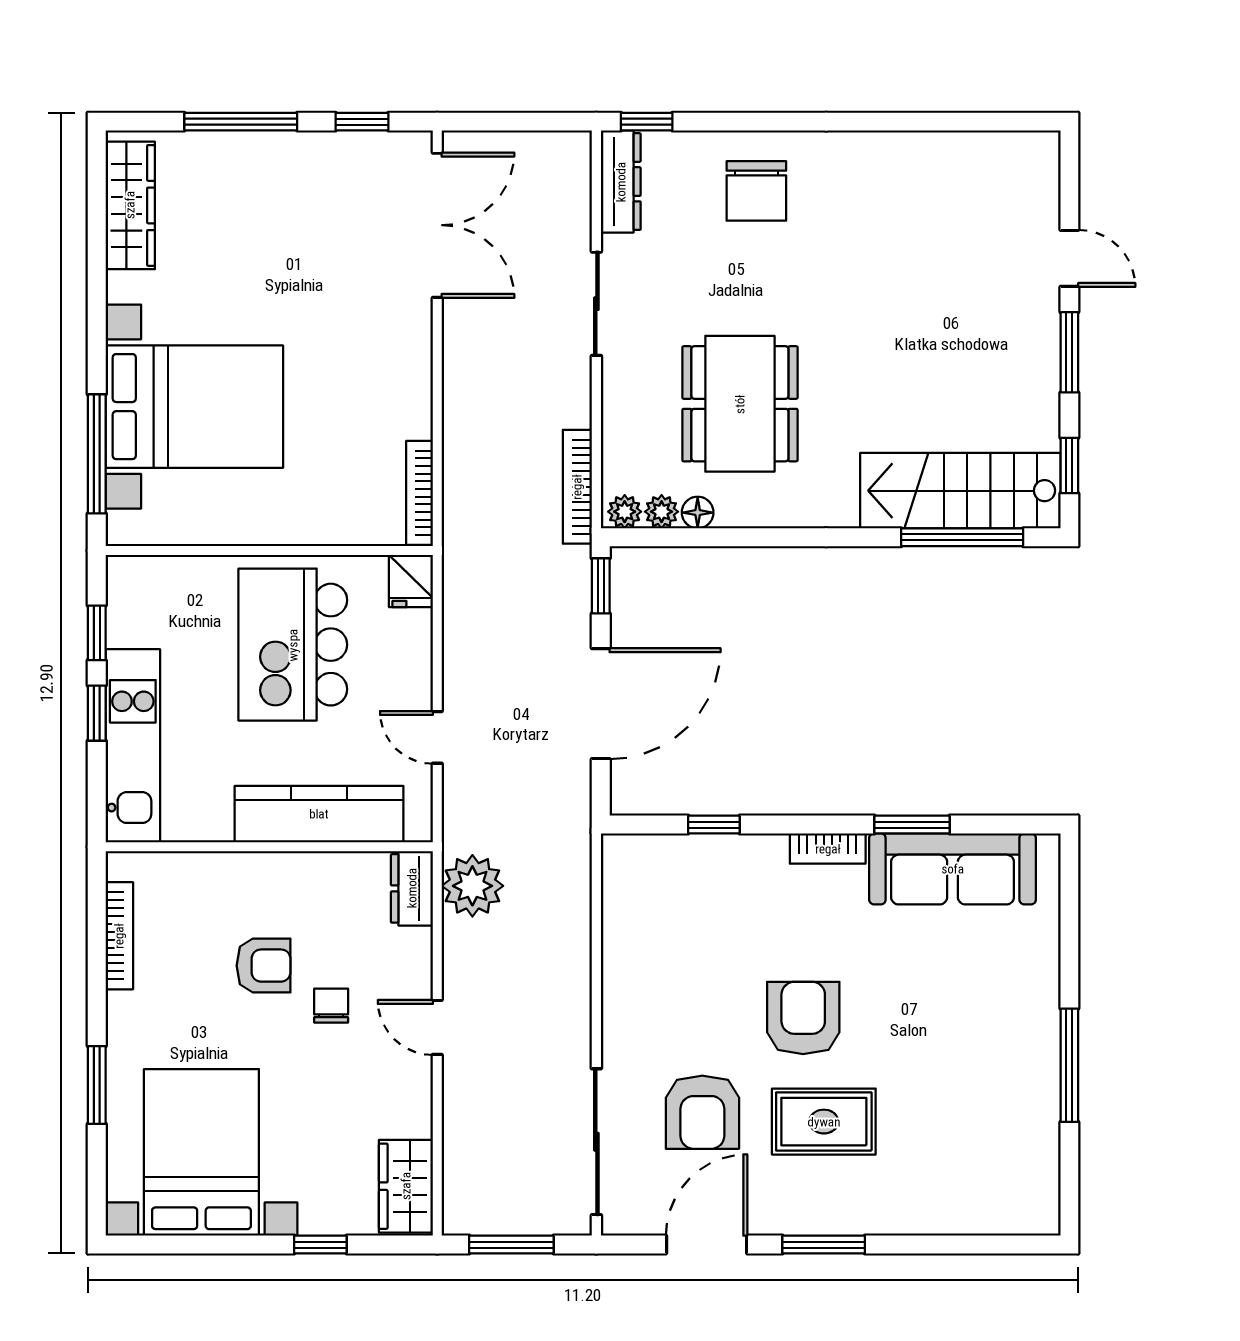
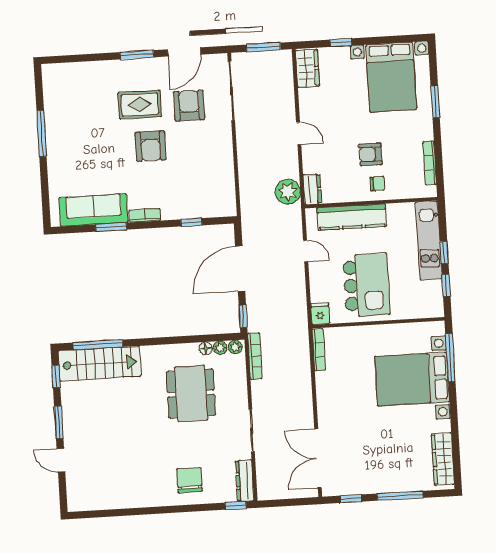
chair: (331, 1006) -> (377, 184), moved, turned -90

